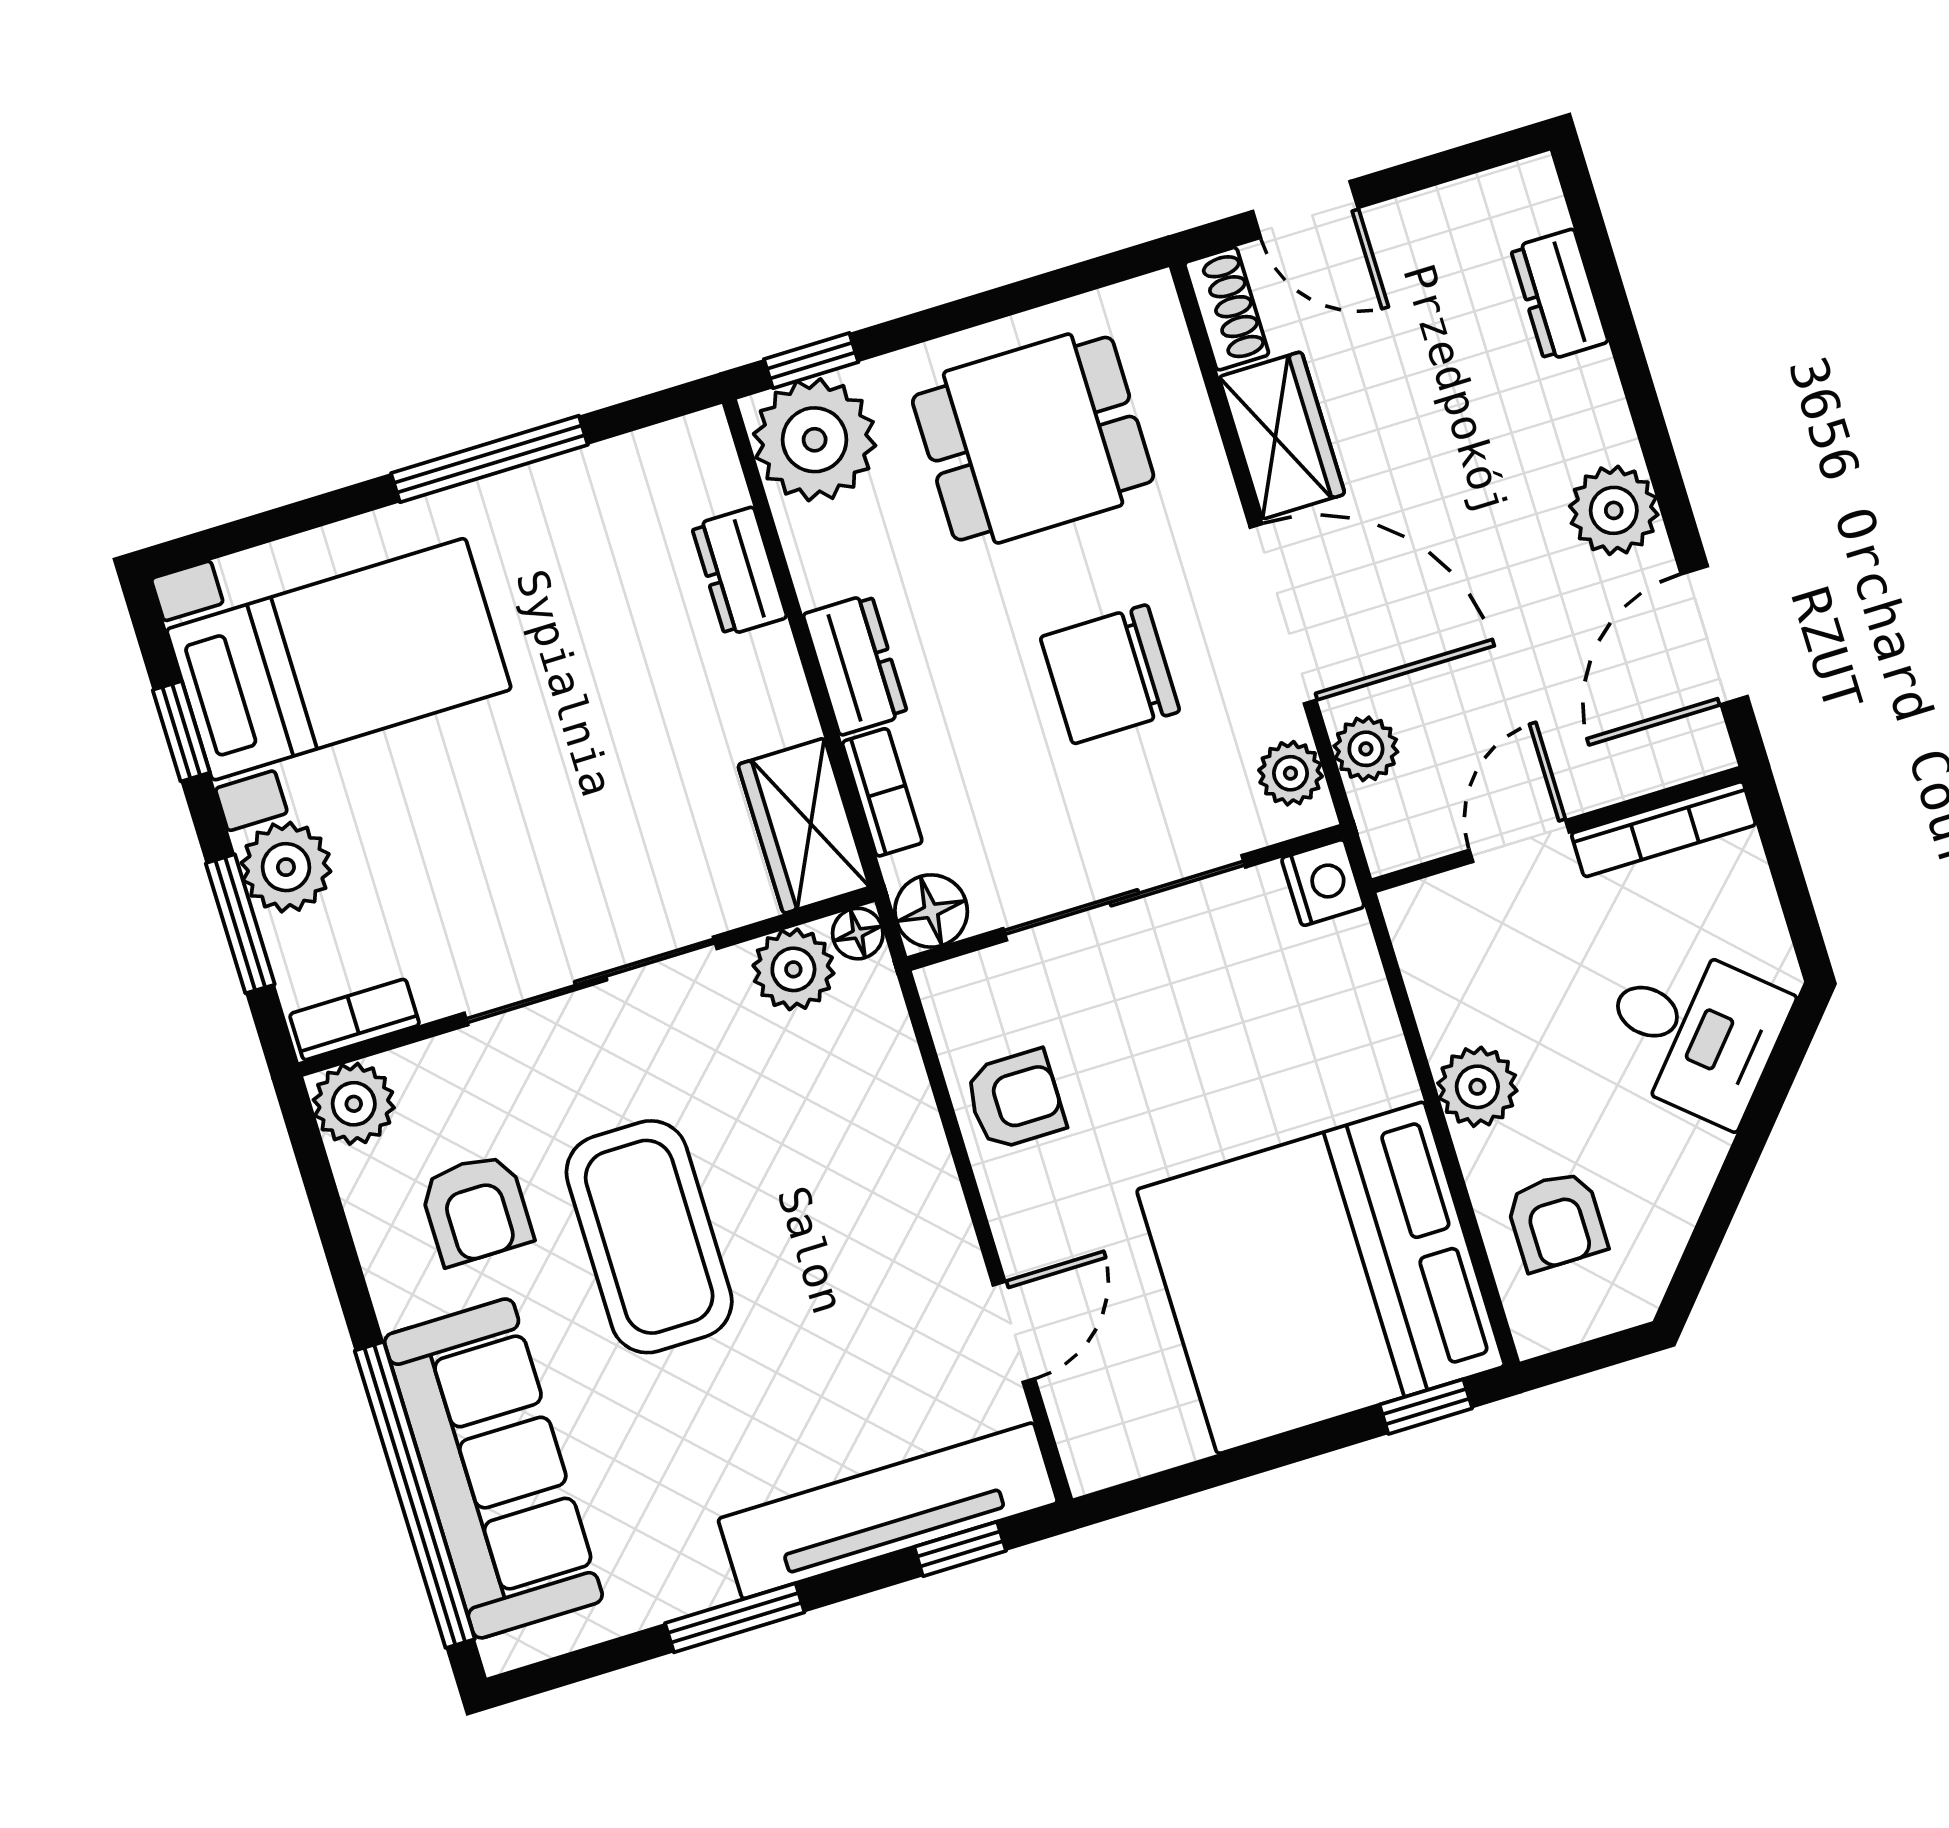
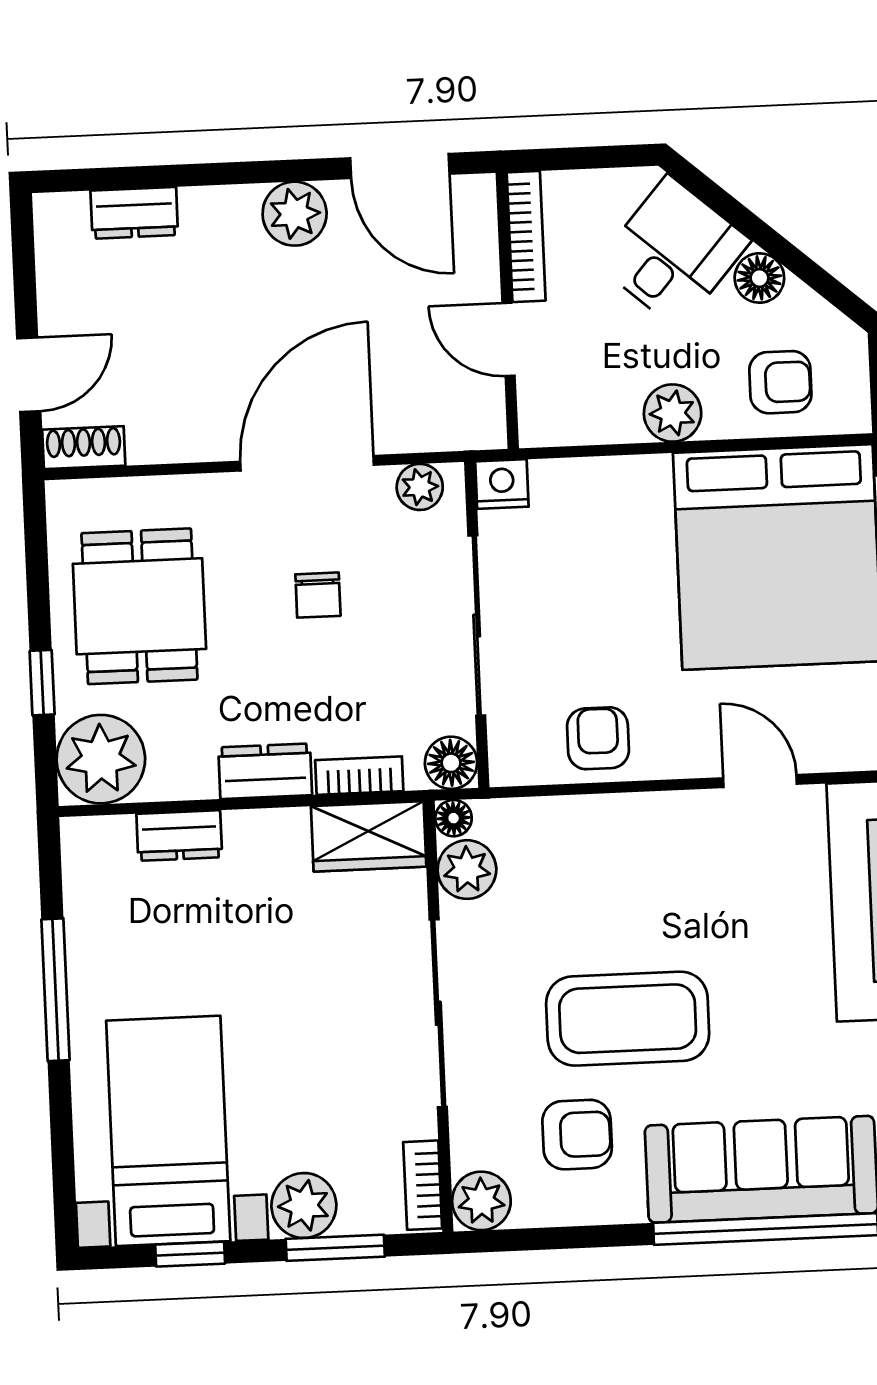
window: (811, 361) -> (42, 683), moved
wardrobe: (1282, 435) -> (182, 432), removed
chair: (1110, 674) -> (318, 595), width x0.54, depth x0.54
plant: (1366, 749) -> (416, 430), removed
floor lamp: (1689, 1157) -> (759, 278), added

